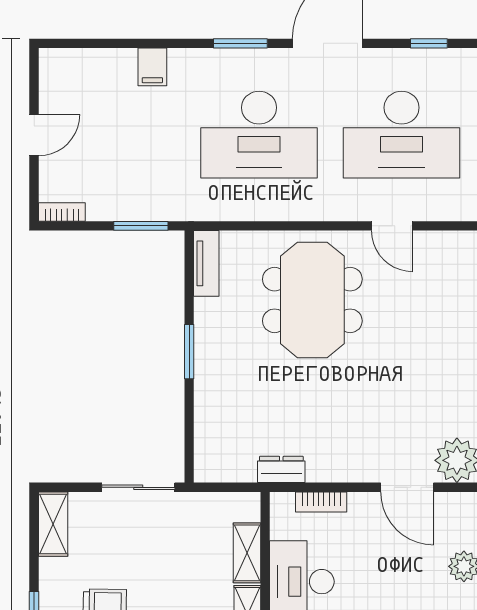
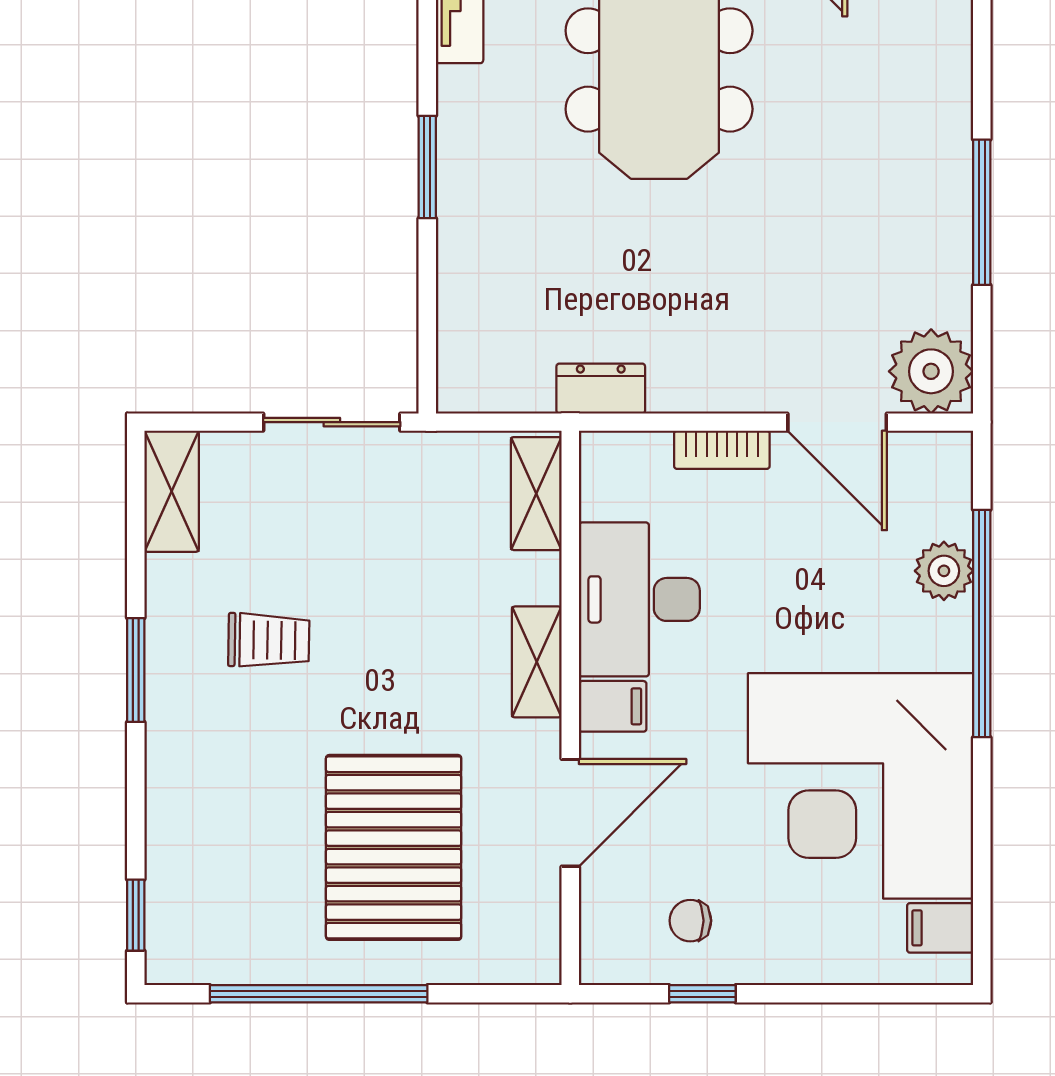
bookcase: (321, 502) -> (722, 450), moved
shelving: (247, 553) -> (536, 494), moved

